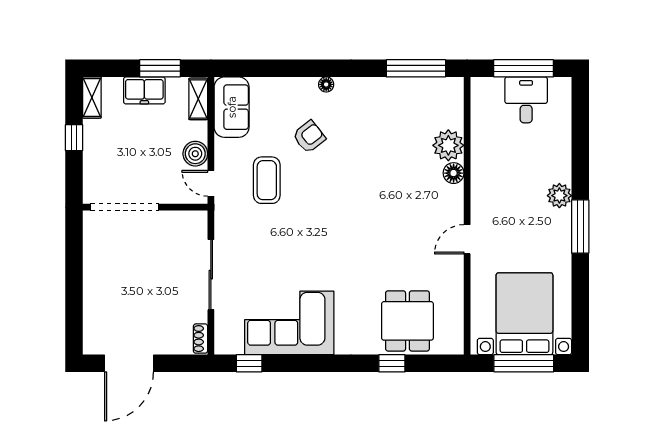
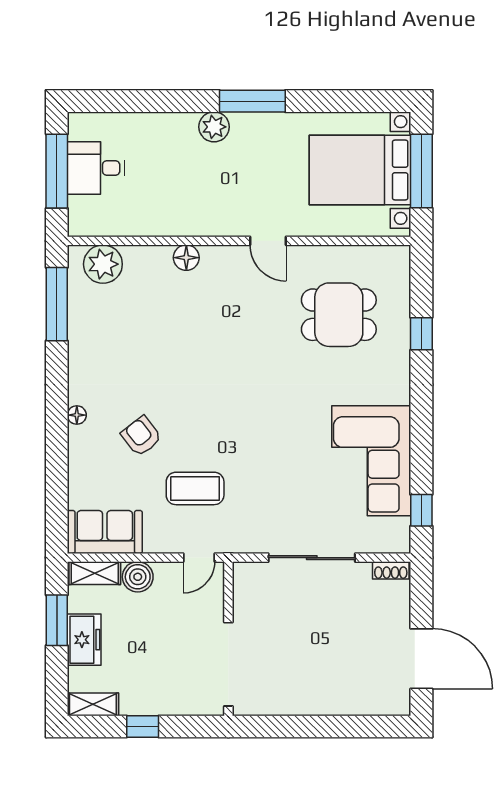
plant: (448, 145) -> (103, 264), moved
boiler: (195, 154) -> (138, 577), moved
dining table: (407, 321) -> (339, 315), moved

